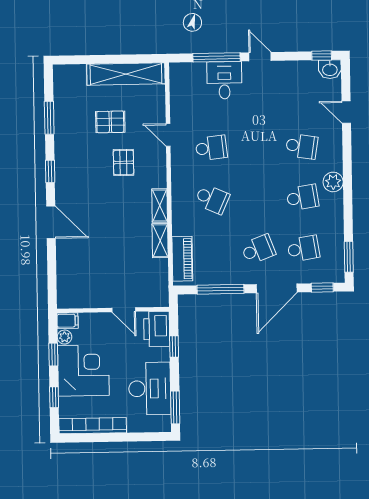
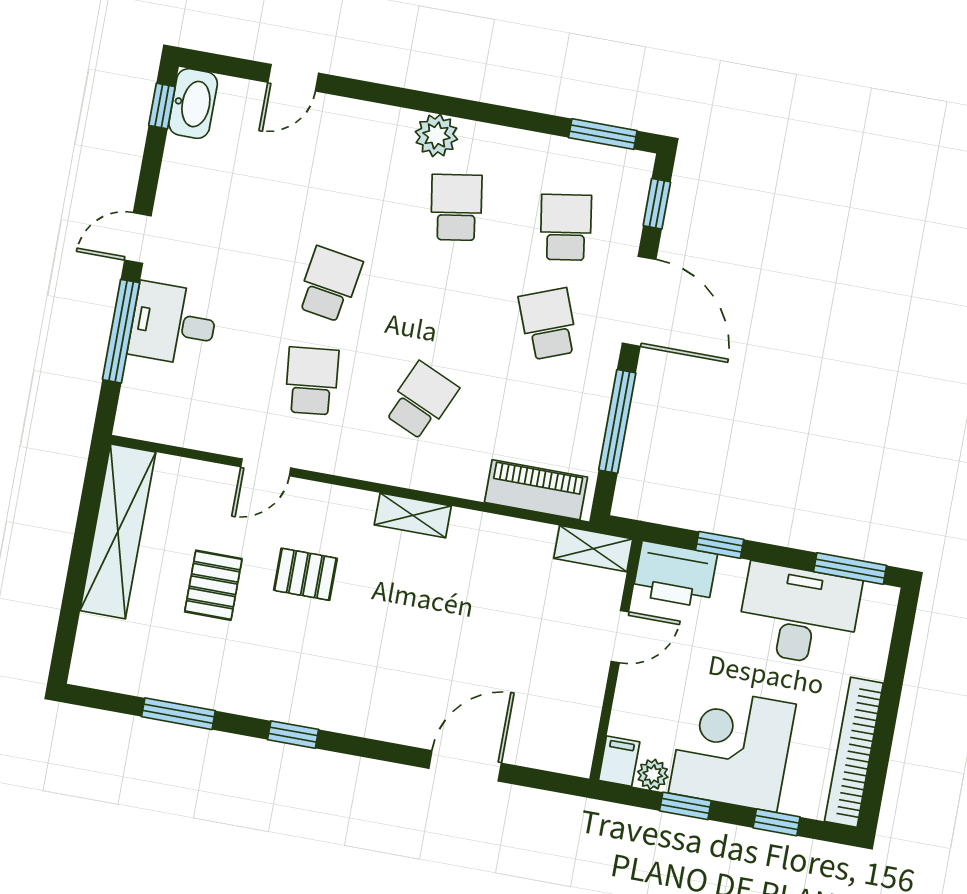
washbasin: (330, 69) -> (193, 104), width x1.38
school desk: (302, 146) -> (329, 284), moved
door: (51, 222) -> (465, 766), moved
shelving: (160, 241) -> (593, 549), moved

